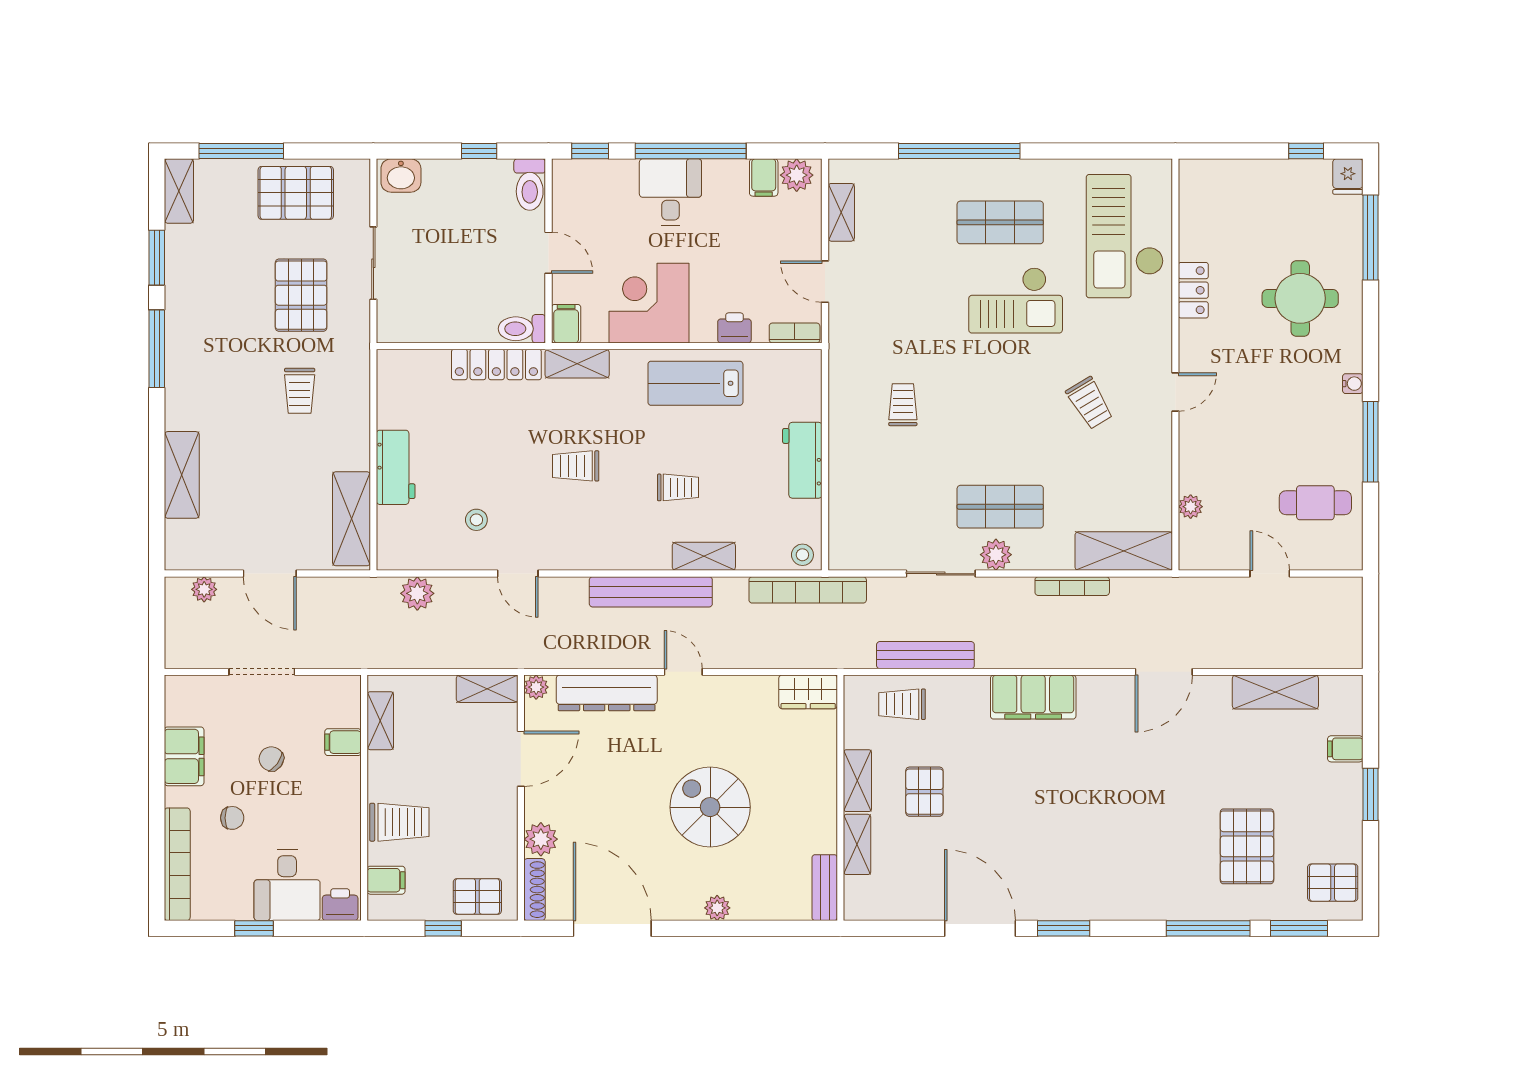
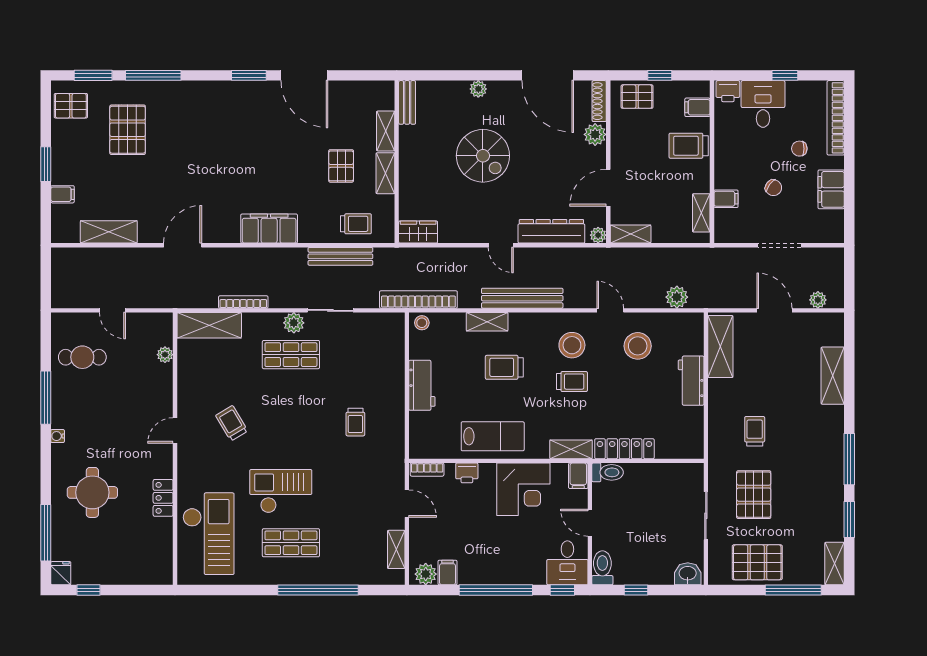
desk: (670, 192) -> (567, 563), moved
trolley: (678, 487) -> (504, 367), width x1.36, depth x1.39
stool: (476, 520) -> (638, 346), width x1.89, depth x1.89
stool: (576, 521) -> (572, 345), added

